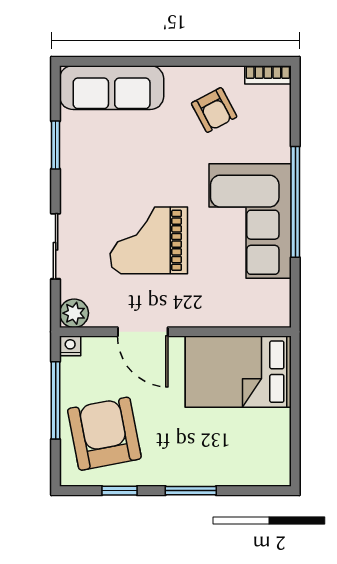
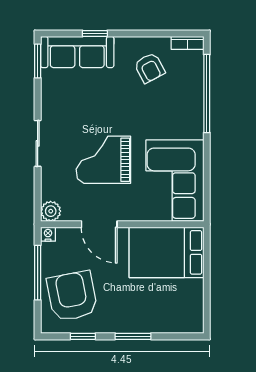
window: (137, 61) -> (95, 33), added
window: (56, 145) -> (38, 61), moved
window: (295, 202) -> (207, 94), moved
corner sofa: (250, 221) -> (175, 181), moved
sliding door: (56, 246) -> (38, 143), moved

